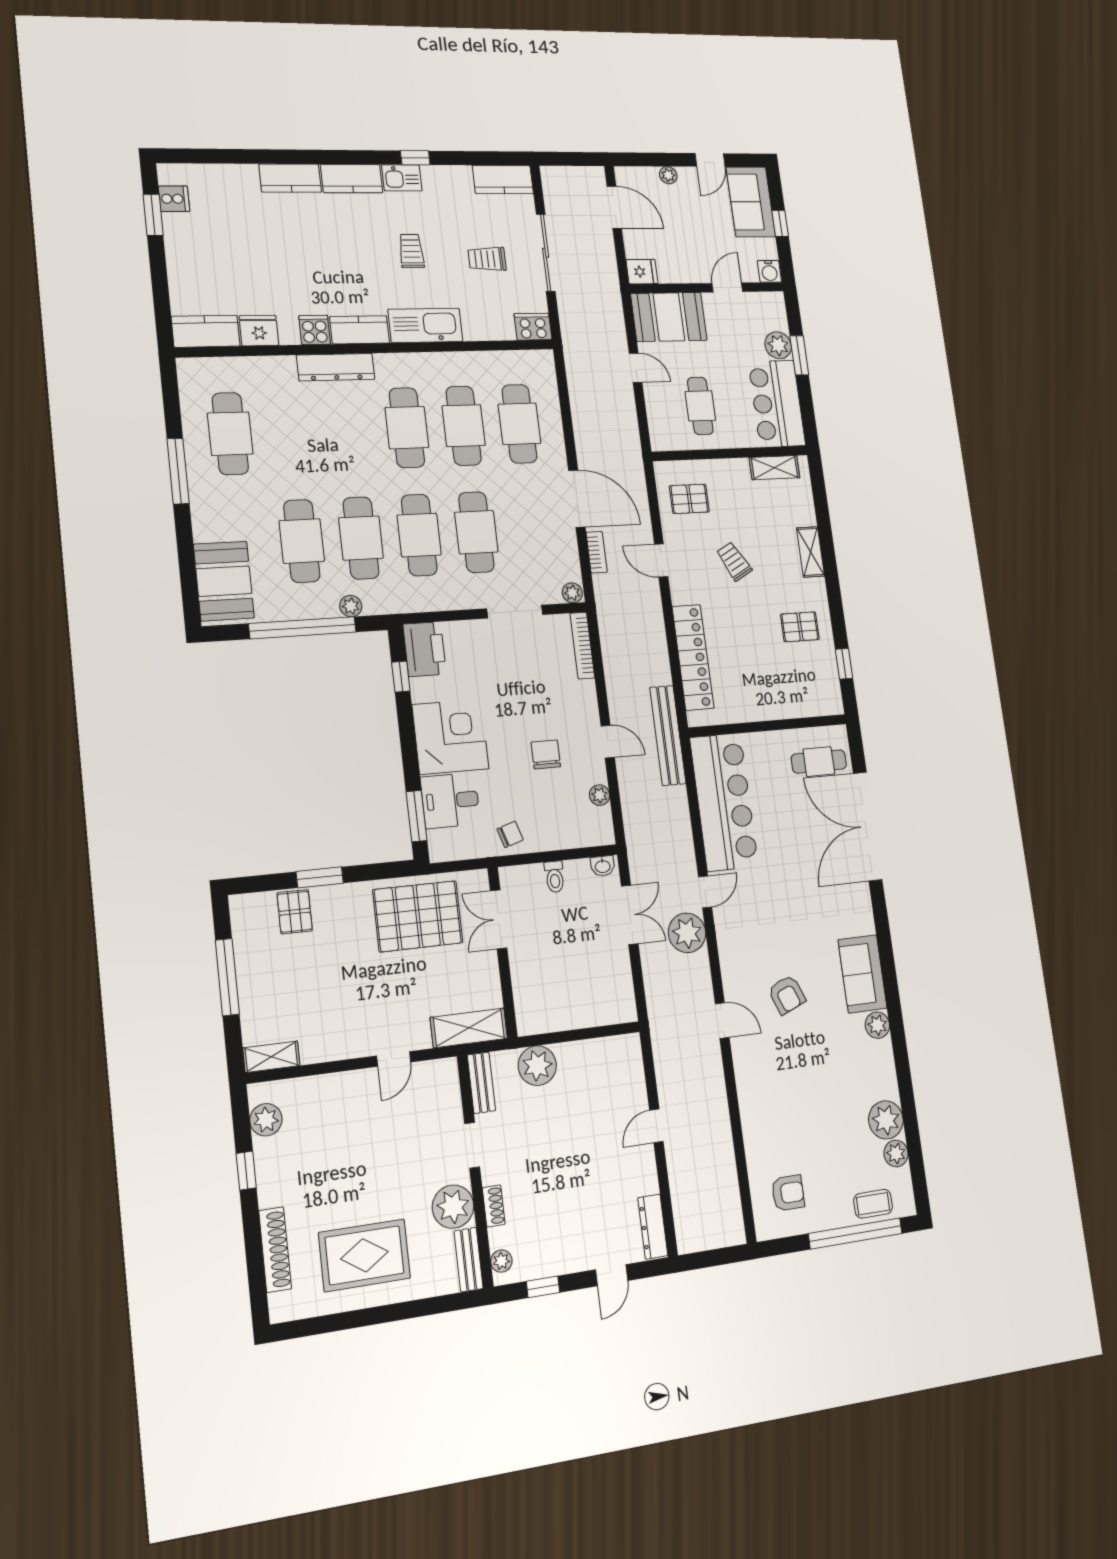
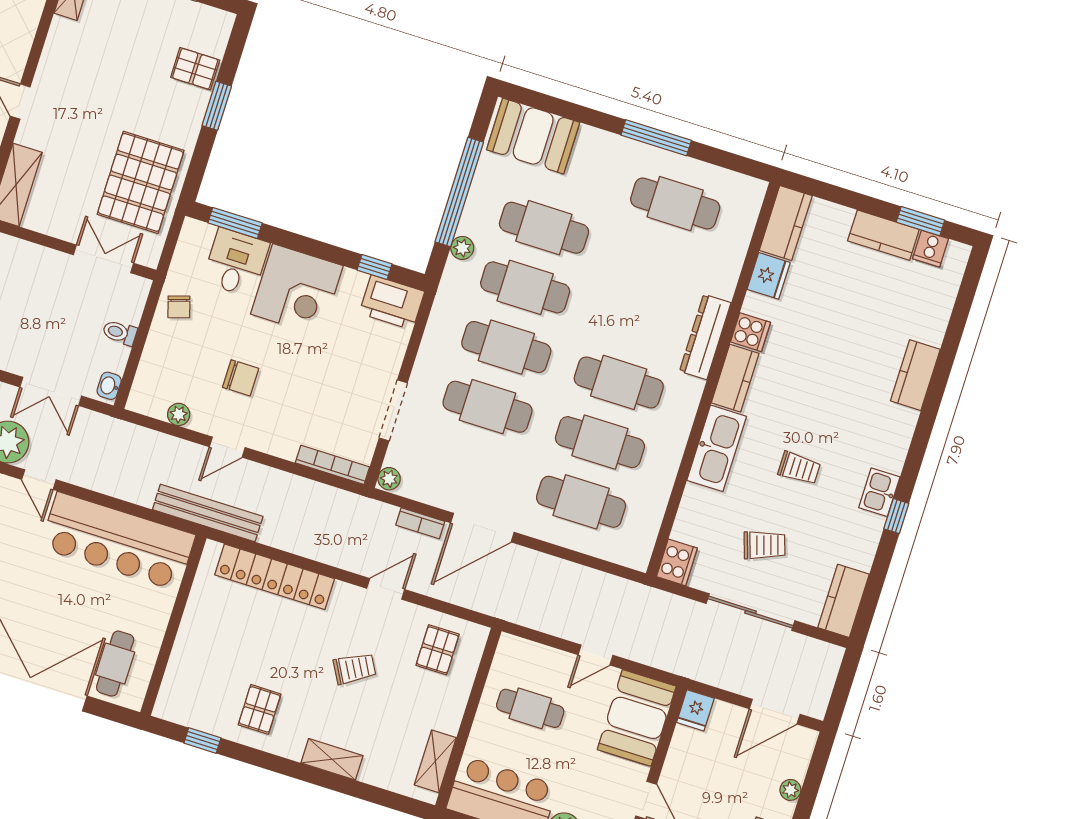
kitchen counter: (352, 179) -> (883, 235), moved, turned -90
trolley: (487, 259) -> (765, 545), turned 72

